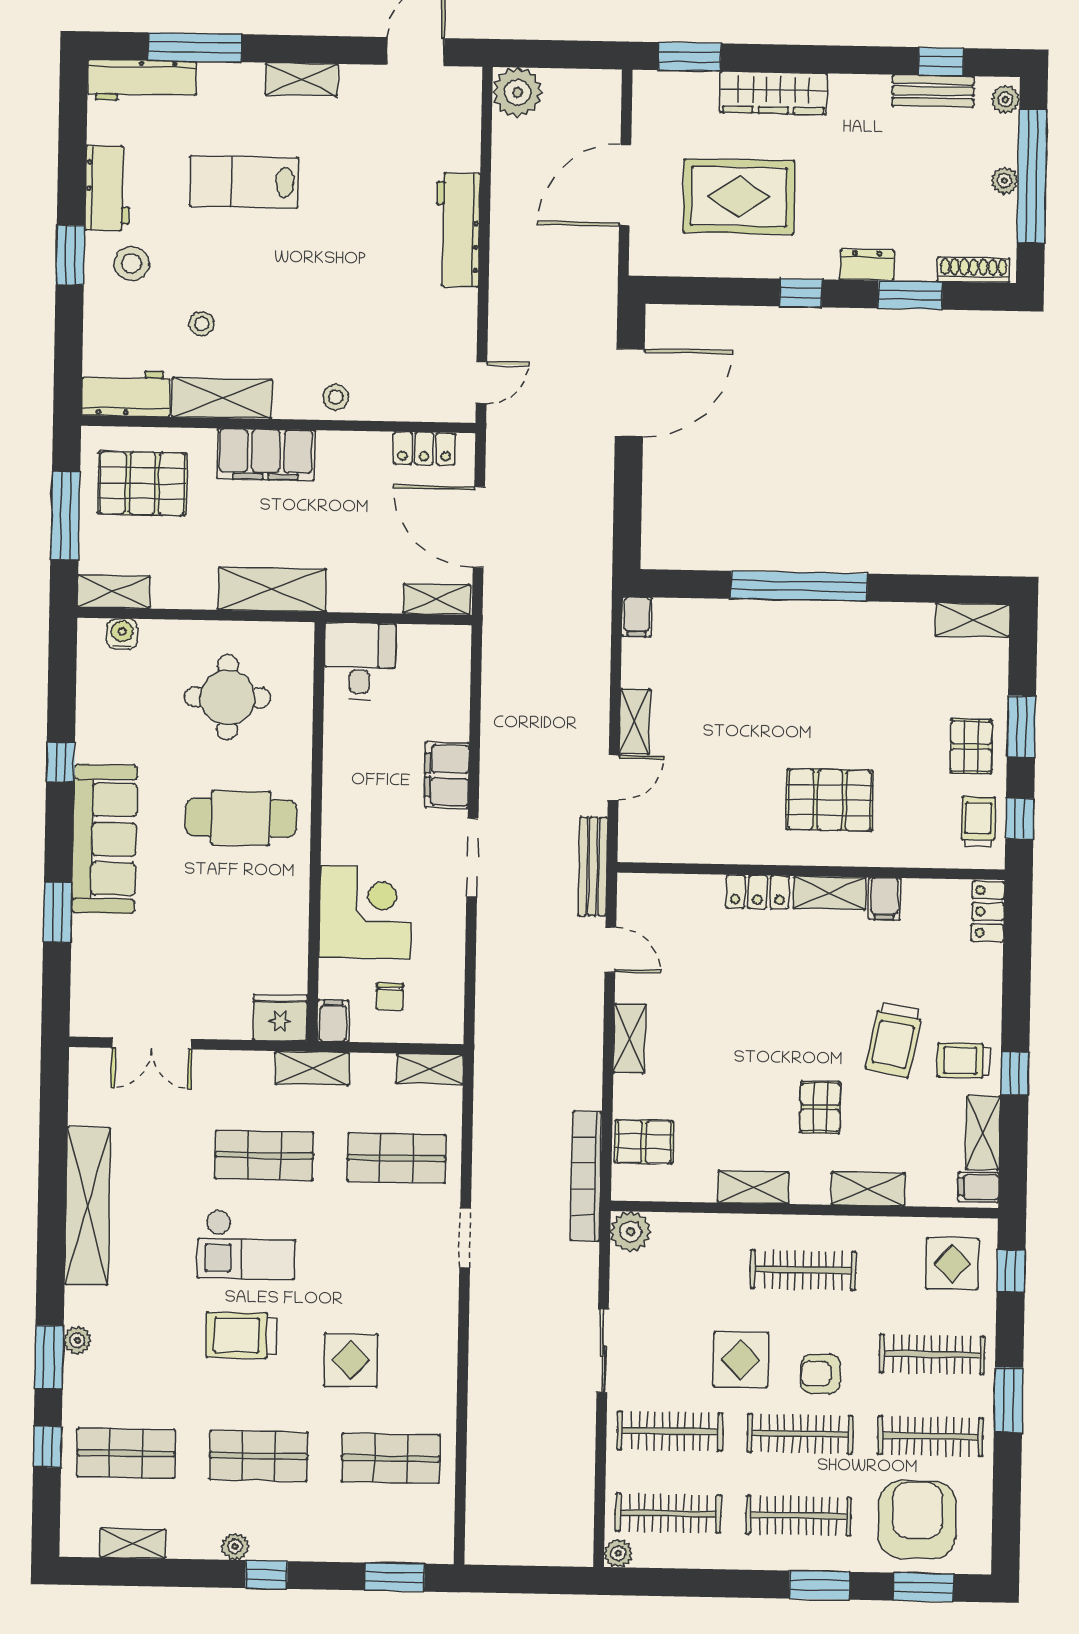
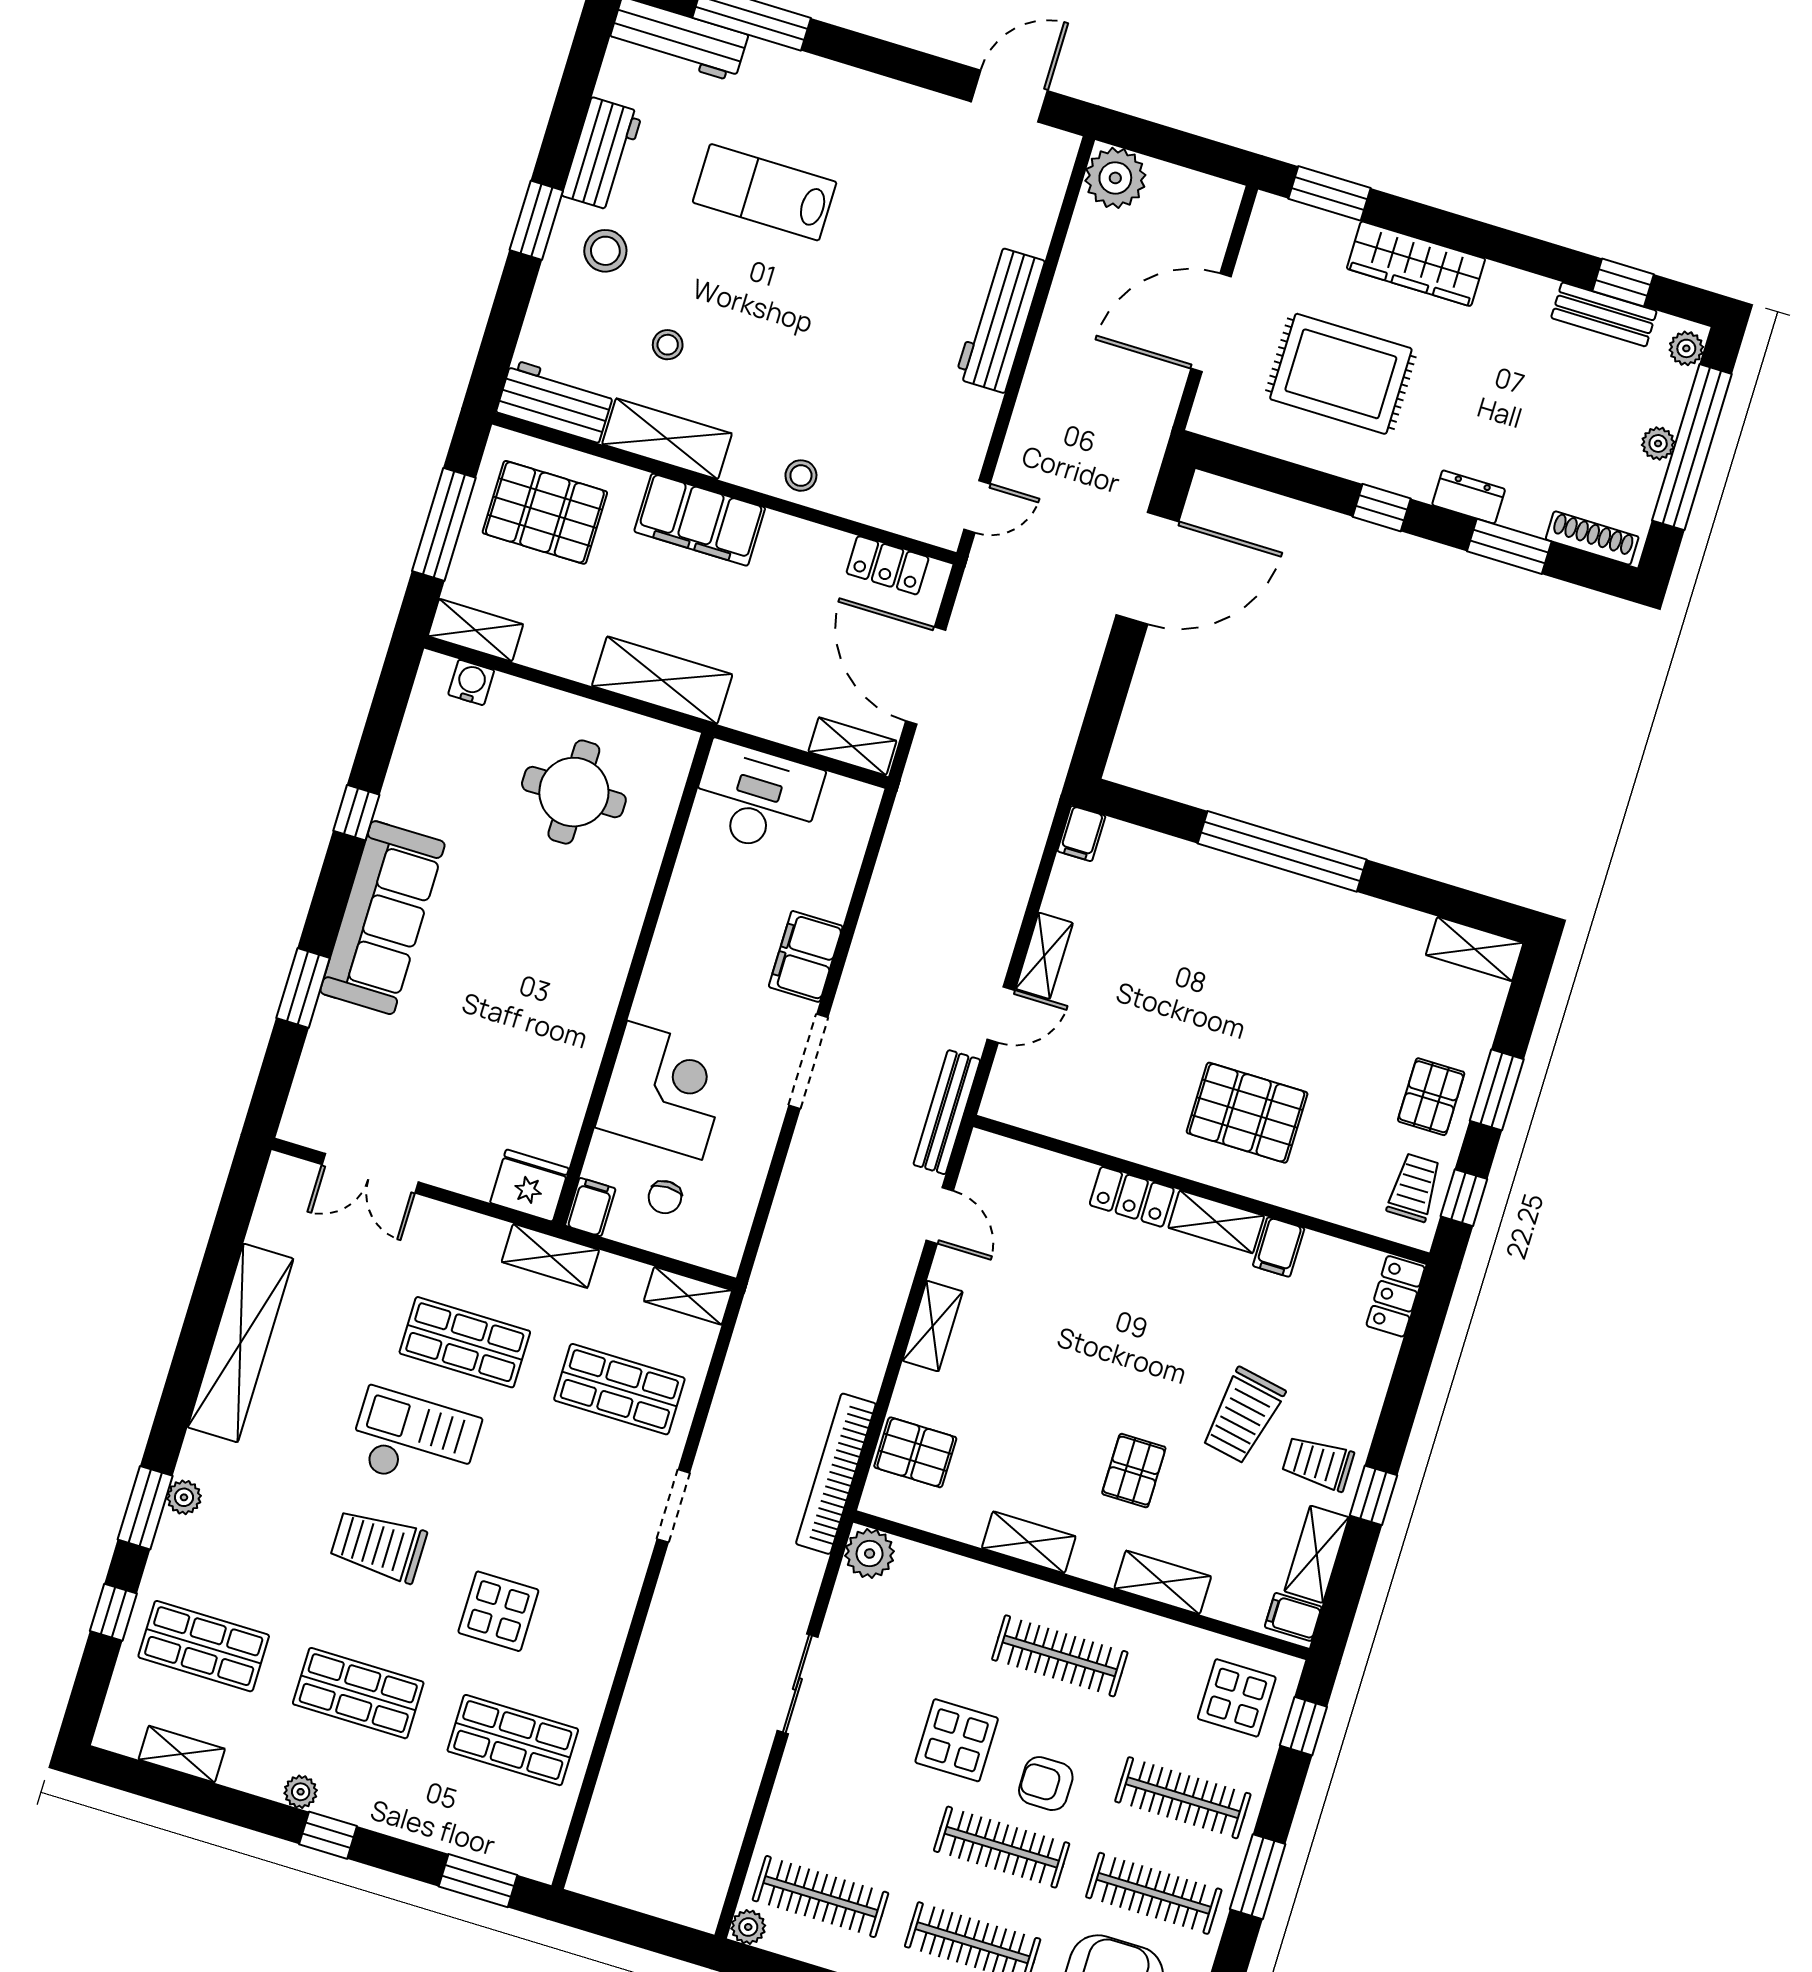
shelving: (302, 79) -> (866, 91), removed
desk: (360, 661) -> (756, 798), width x1.37
cafe table: (241, 818) -> (550, 938), removed
checkout: (246, 1245) -> (414, 1441), turned 180
clothes rail: (670, 1431) -> (850, 1801), removed

